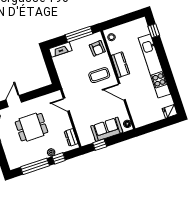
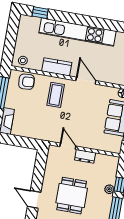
door: (122, 92) -> (86, 81), swing flipped
door: (66, 105) -> (68, 146), swing flipped
dresser: (71, 137) -> (85, 156), moved

